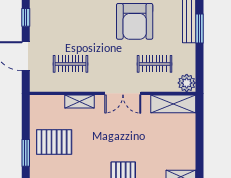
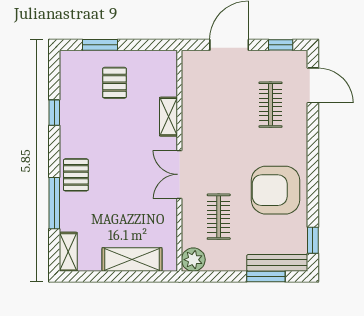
clothes rail: (71, 64) -> (270, 105), moved
shelving: (173, 104) -> (132, 259), moved, turned 90
pallet: (54, 142) -> (114, 83), width x0.67, depth x0.71

